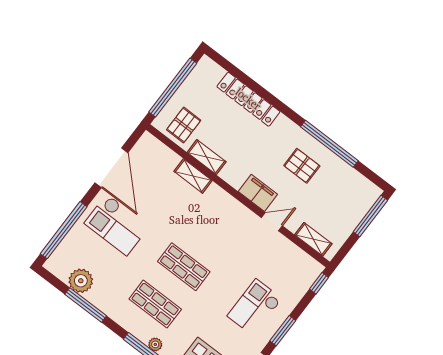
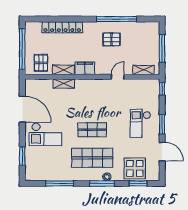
filing cabinet: (258, 193) -> (85, 68), moved
window: (370, 216) -> (162, 48), moved
window: (64, 230) -> (22, 156), width x0.47
plant: (81, 281) -> (49, 174), removed
shop shelf: (155, 304) -> (92, 158), width x1.43, depth x1.36

